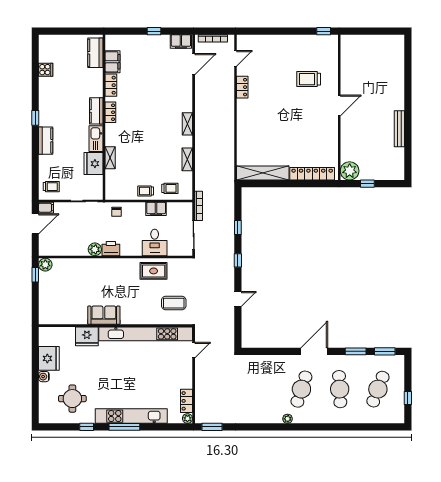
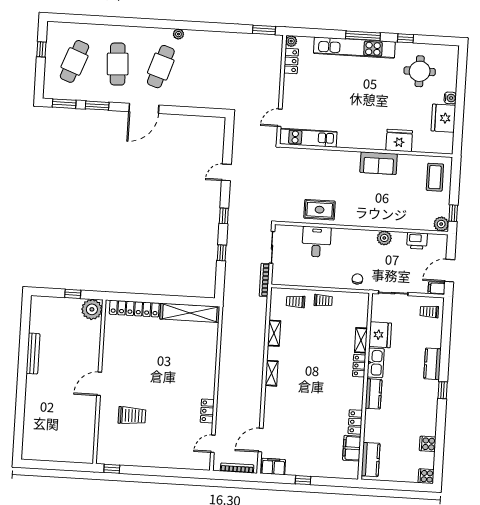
cooker: (45, 41) -> (426, 476), added
locker: (110, 112) -> (359, 366), moved
filing cabinet: (156, 209) -> (313, 279), removed
printer: (111, 249) -> (417, 241), moved
coffee table: (174, 303) -> (435, 177), moved, turned 90
kitchen unit: (146, 334) -> (308, 138), width x0.54

